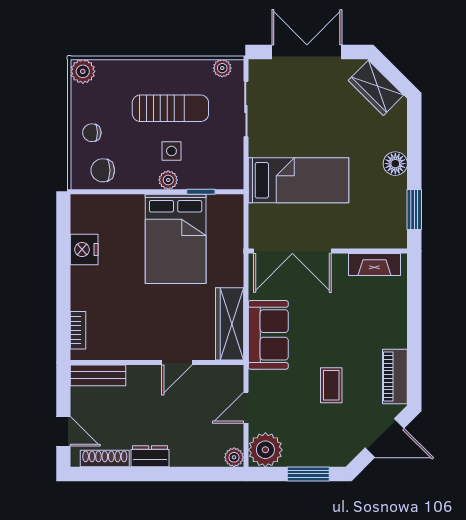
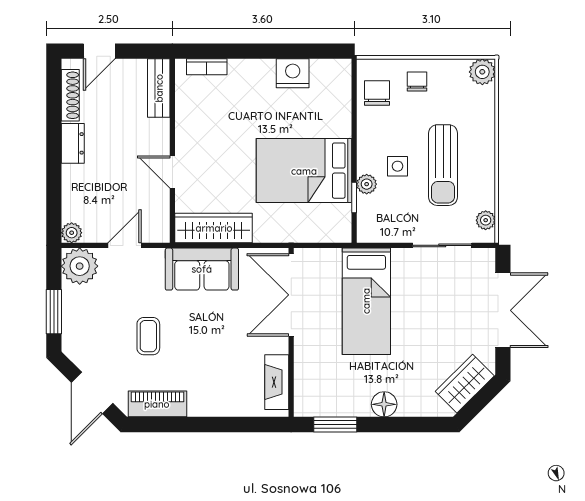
plant: (168, 180) -> (367, 184), moved
coffee table: (331, 385) -> (148, 336), turned 90
door: (246, 408) -> (124, 245), hinge flipped

